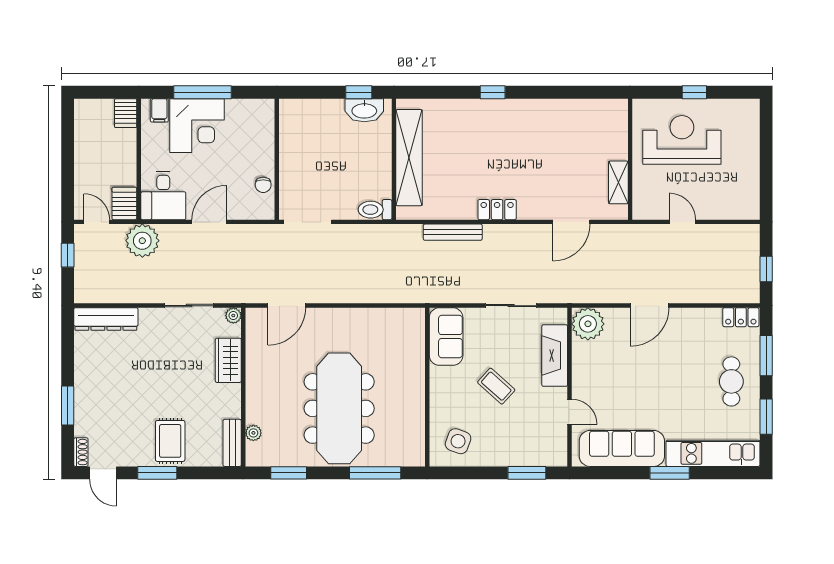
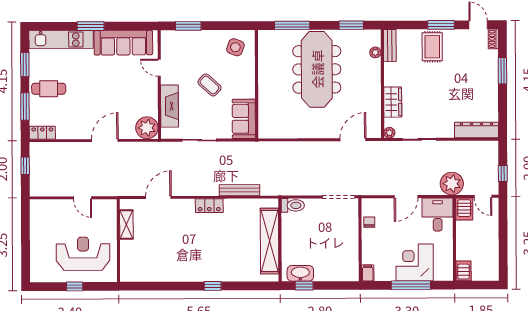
filing cabinet: (159, 110) -> (368, 273), moved
reception desk: (682, 140) -> (83, 254), turned 180
cafe table: (731, 381) -> (49, 89), turned 90

